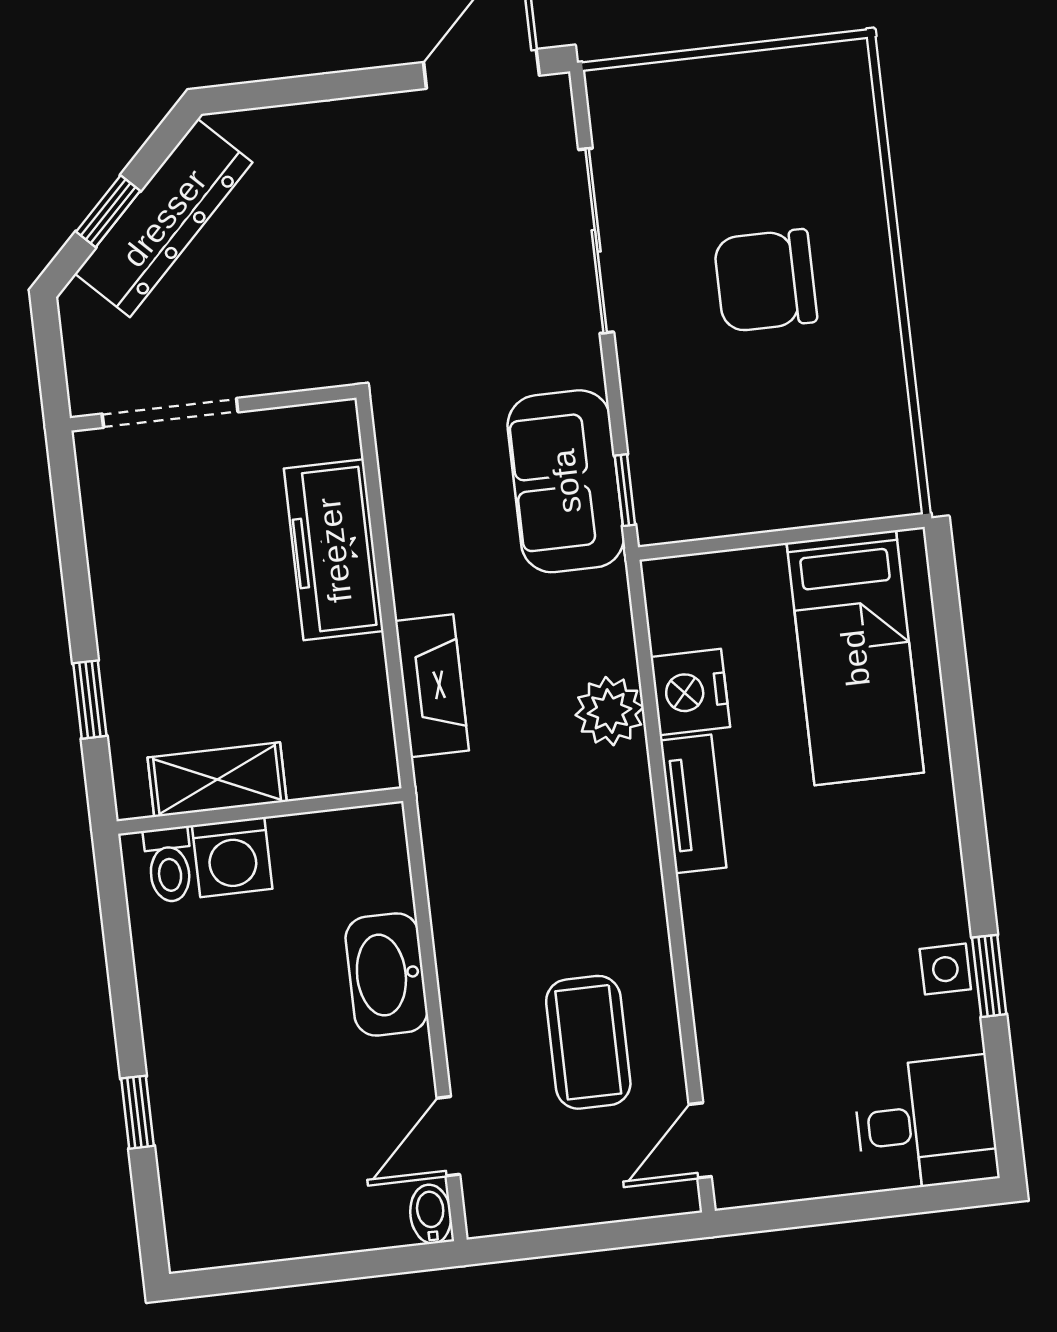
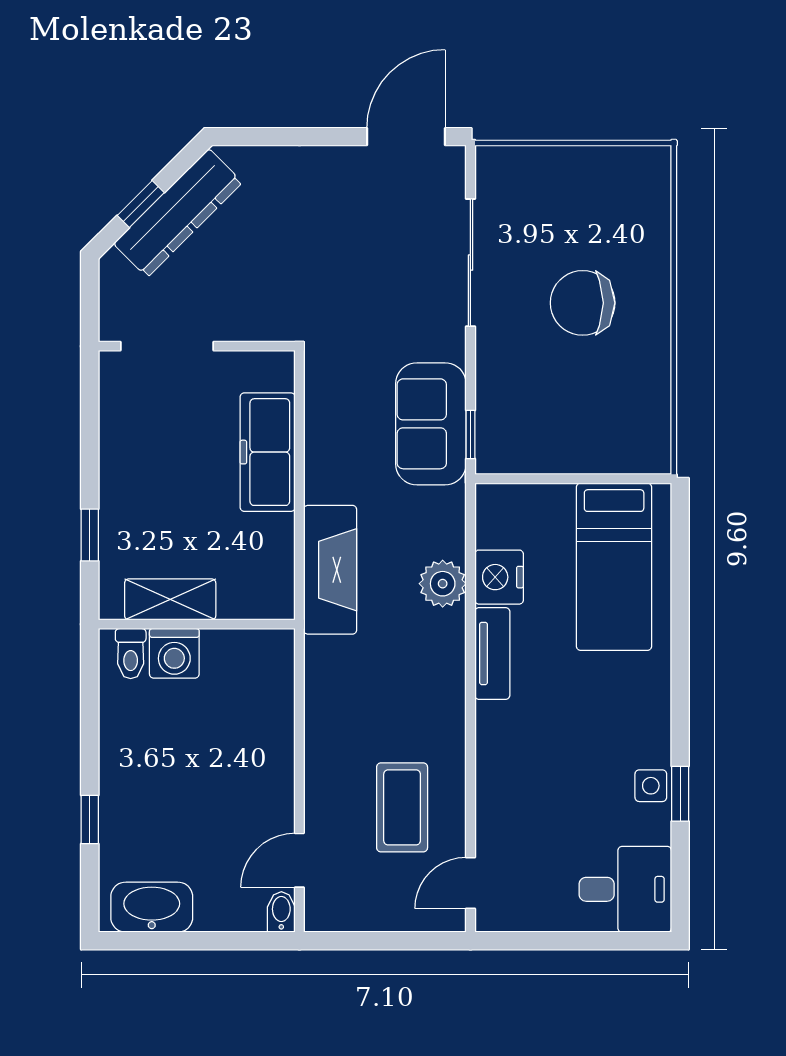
fireplace: (432, 686) -> (330, 570), width x1.37, depth x1.32
washbasin: (387, 974) -> (152, 907), moved, turned 90

